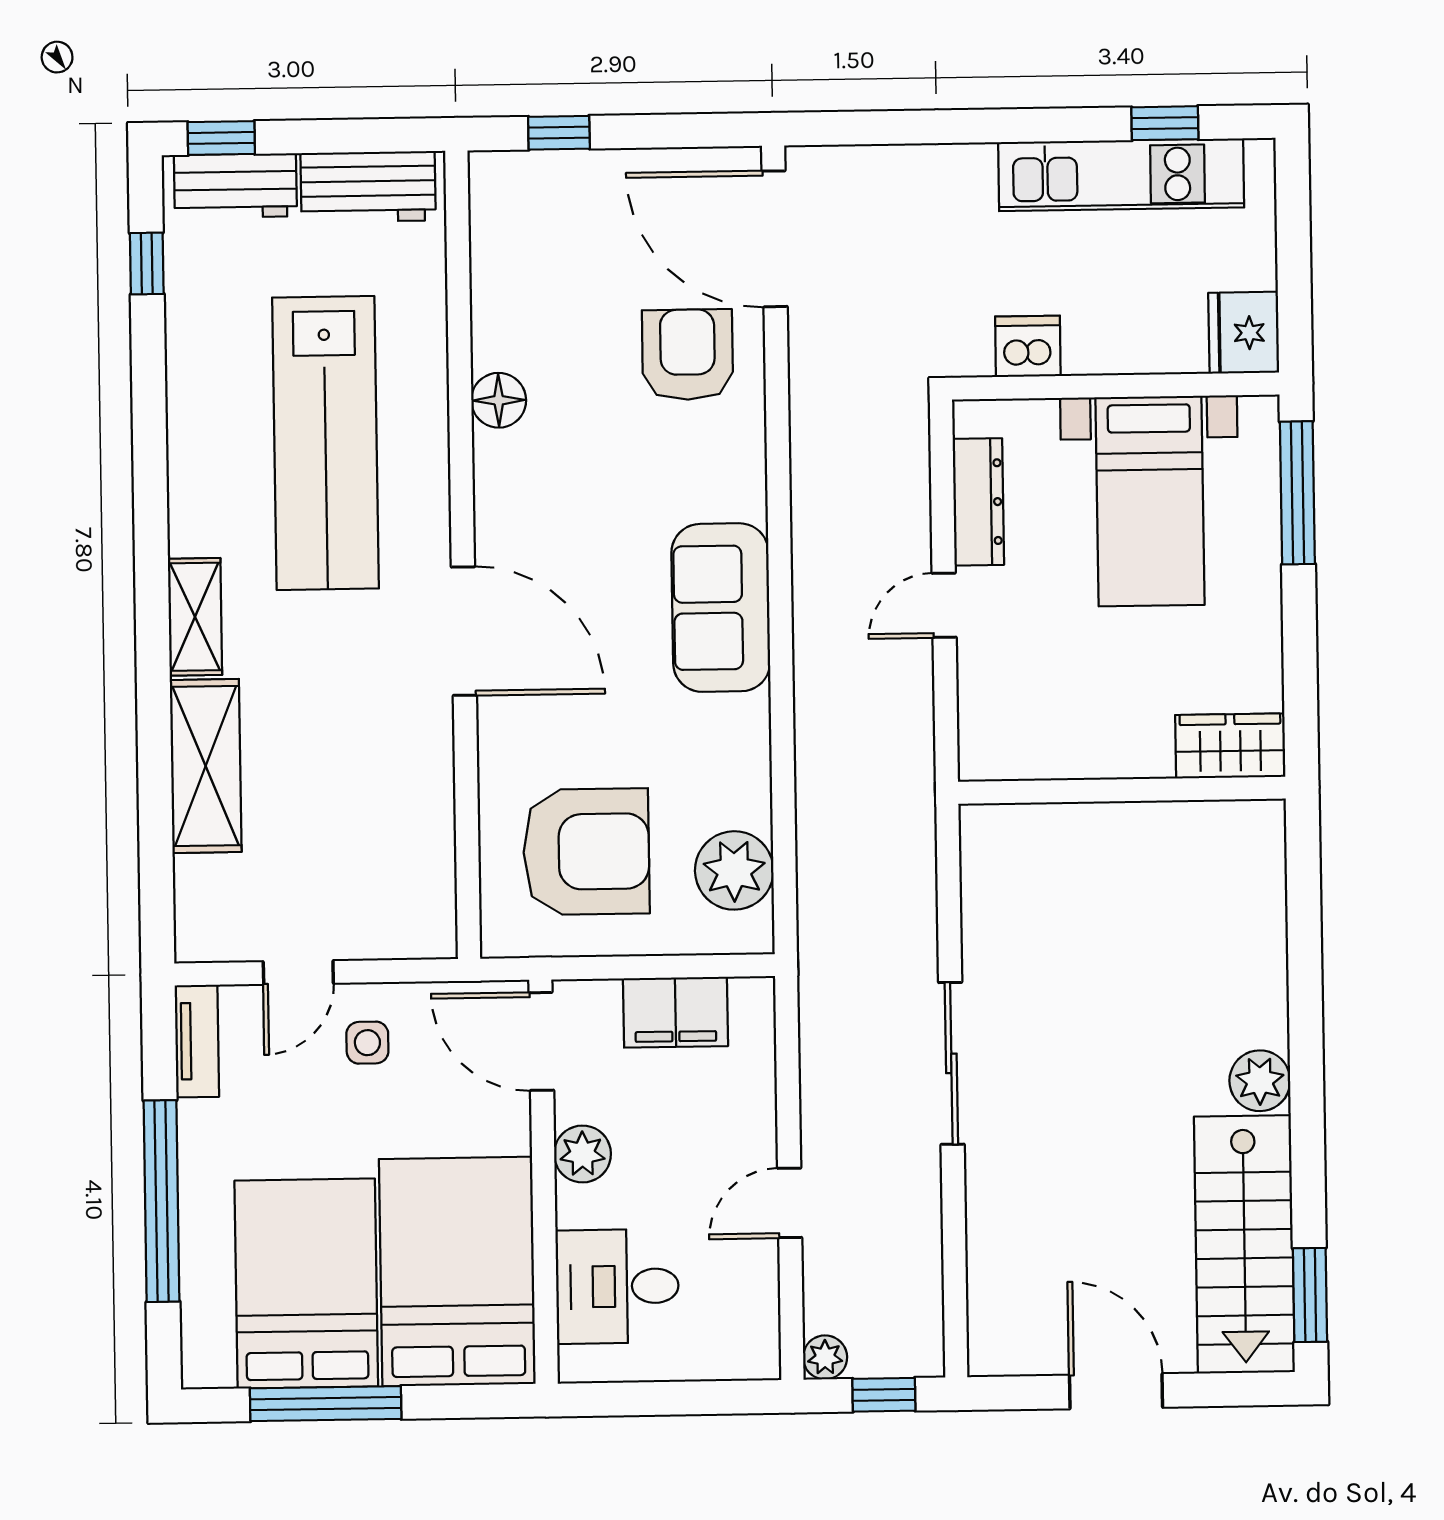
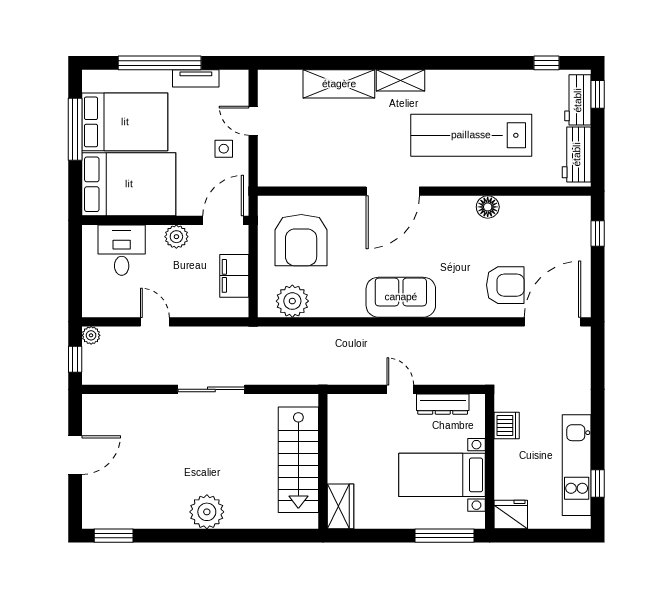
tv unit: (197, 1041) -> (196, 78), moved
plant: (1260, 1081) -> (207, 512), width x1.36, depth x1.36
stairs: (1244, 1244) -> (298, 460), moved, turned -90

